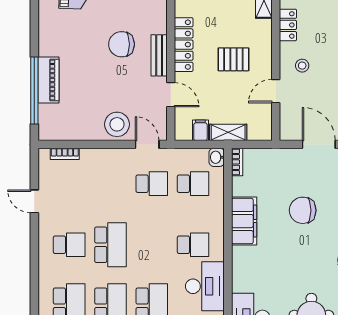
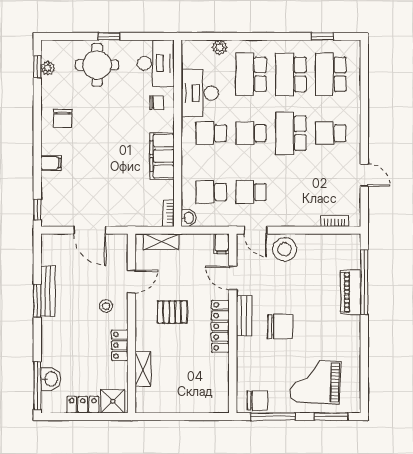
filing cabinet: (200, 130) -> (222, 244), moved
shelving: (228, 132) -> (161, 242), moved
chair: (303, 210) -> (157, 103), moved, width x0.54, depth x0.54
school desk: (152, 245) -> (251, 133), added

